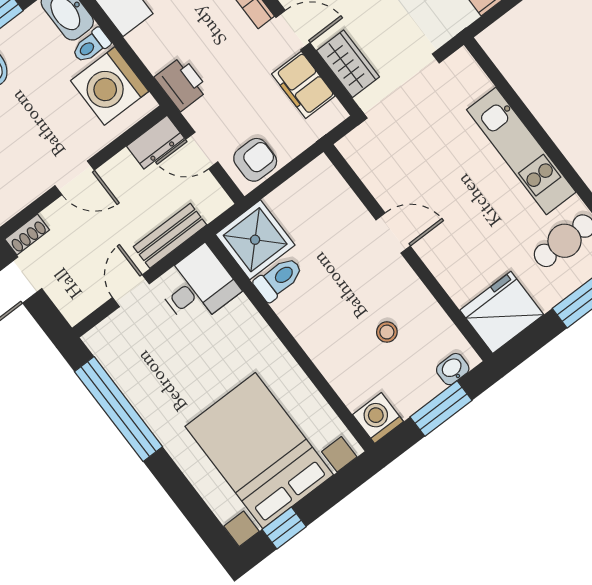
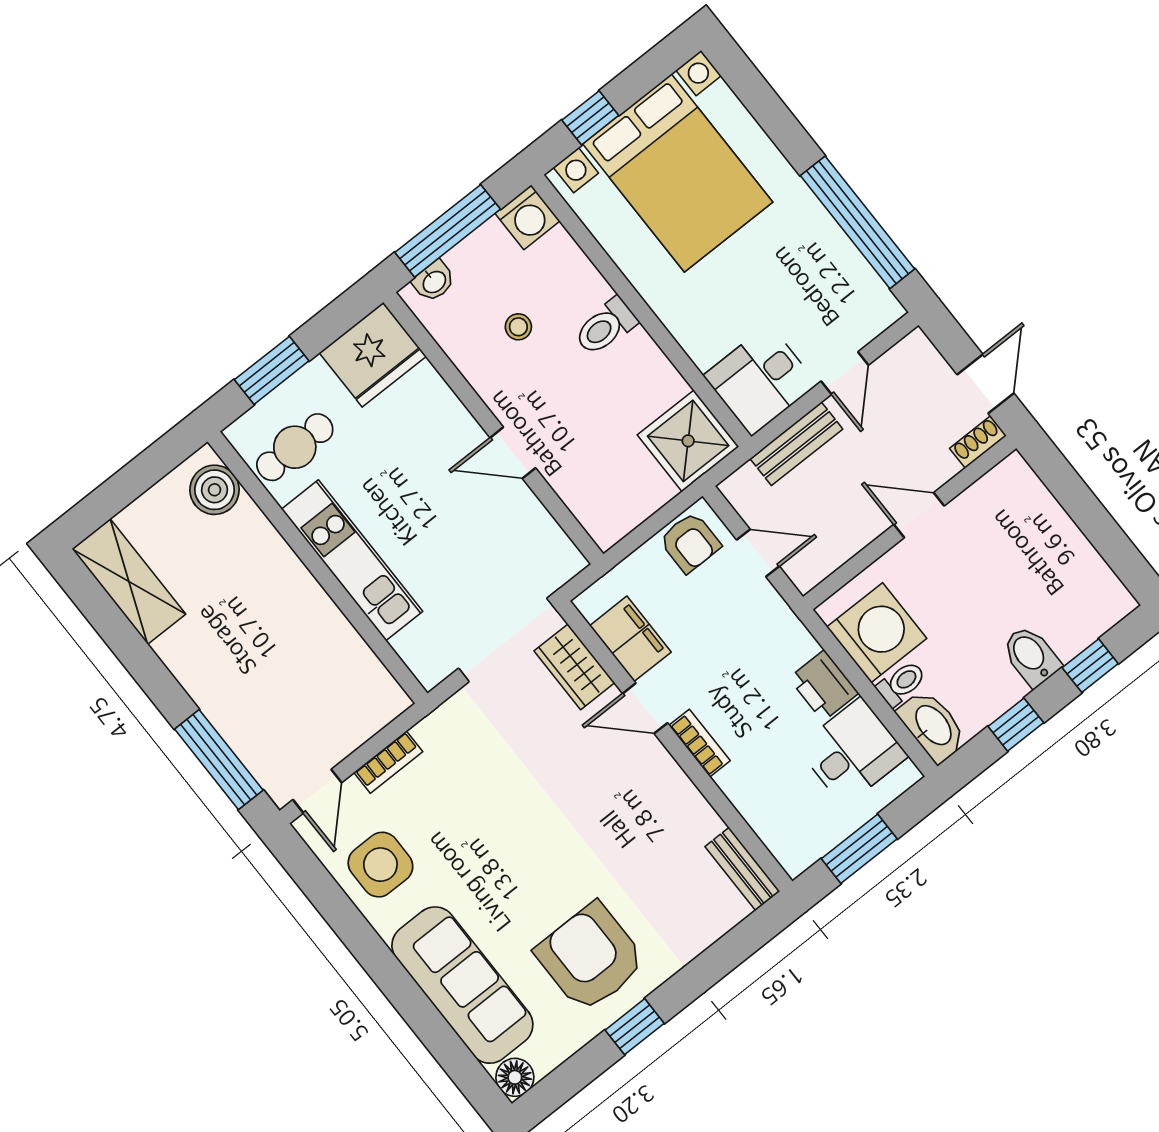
printer: (181, 84) -> (824, 686), moved
dresser: (155, 142) -> (817, 562), removed
armchair: (255, 160) -> (690, 542), turned -90
toilet: (279, 279) -> (606, 327), moved
window: (441, 409) -> (448, 231), width x1.44
window: (284, 528) -> (590, 118), moved

